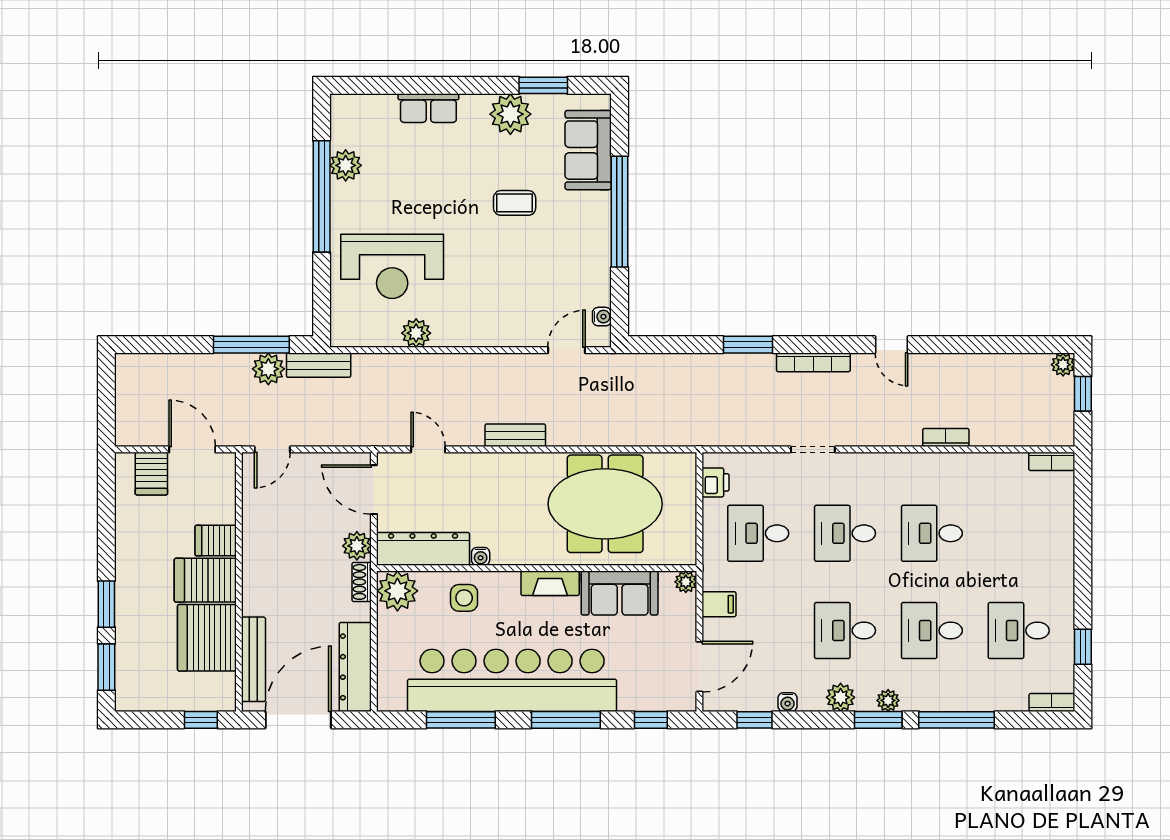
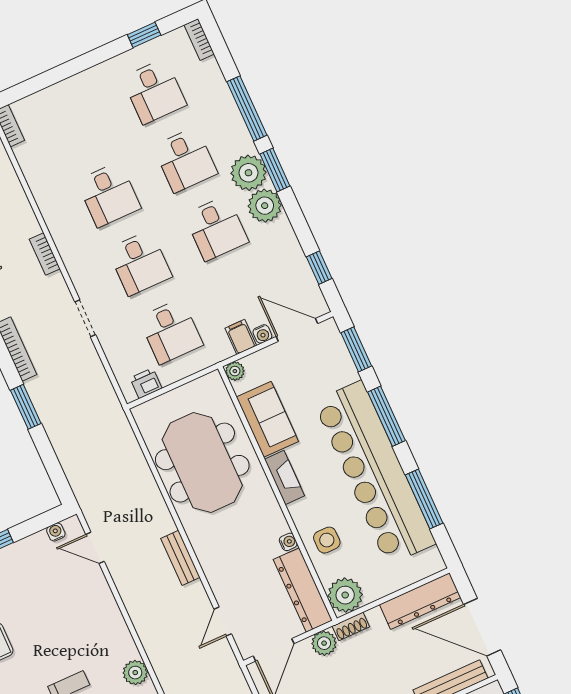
bookcase: (946, 438) -> (45, 254), moved
plant: (841, 697) -> (265, 206), width x1.36, depth x1.36
plant: (888, 700) -> (249, 173), width x1.87, depth x1.87
water cooler: (788, 702) -> (262, 334), moved, turned 90
window: (651, 720) -> (356, 349), width x1.50

